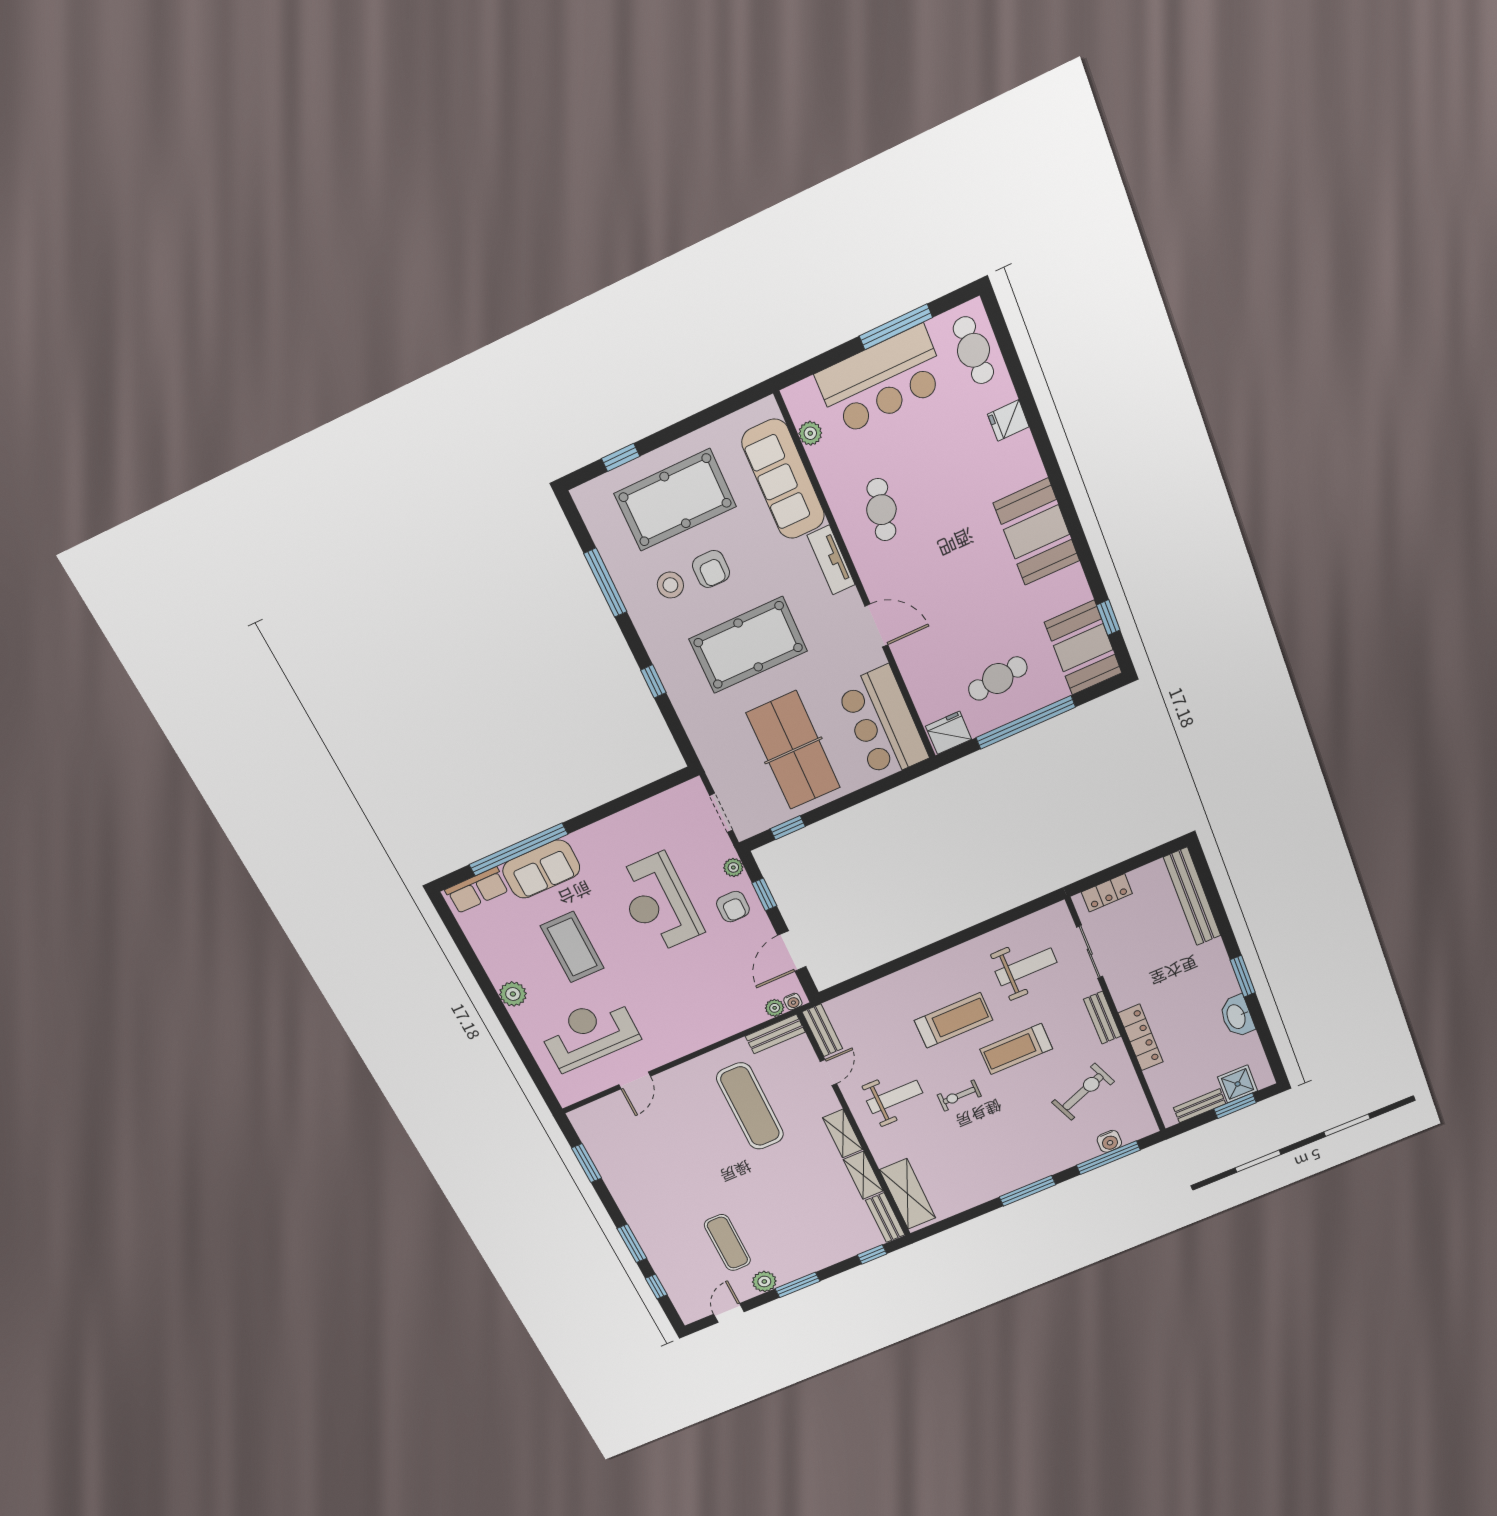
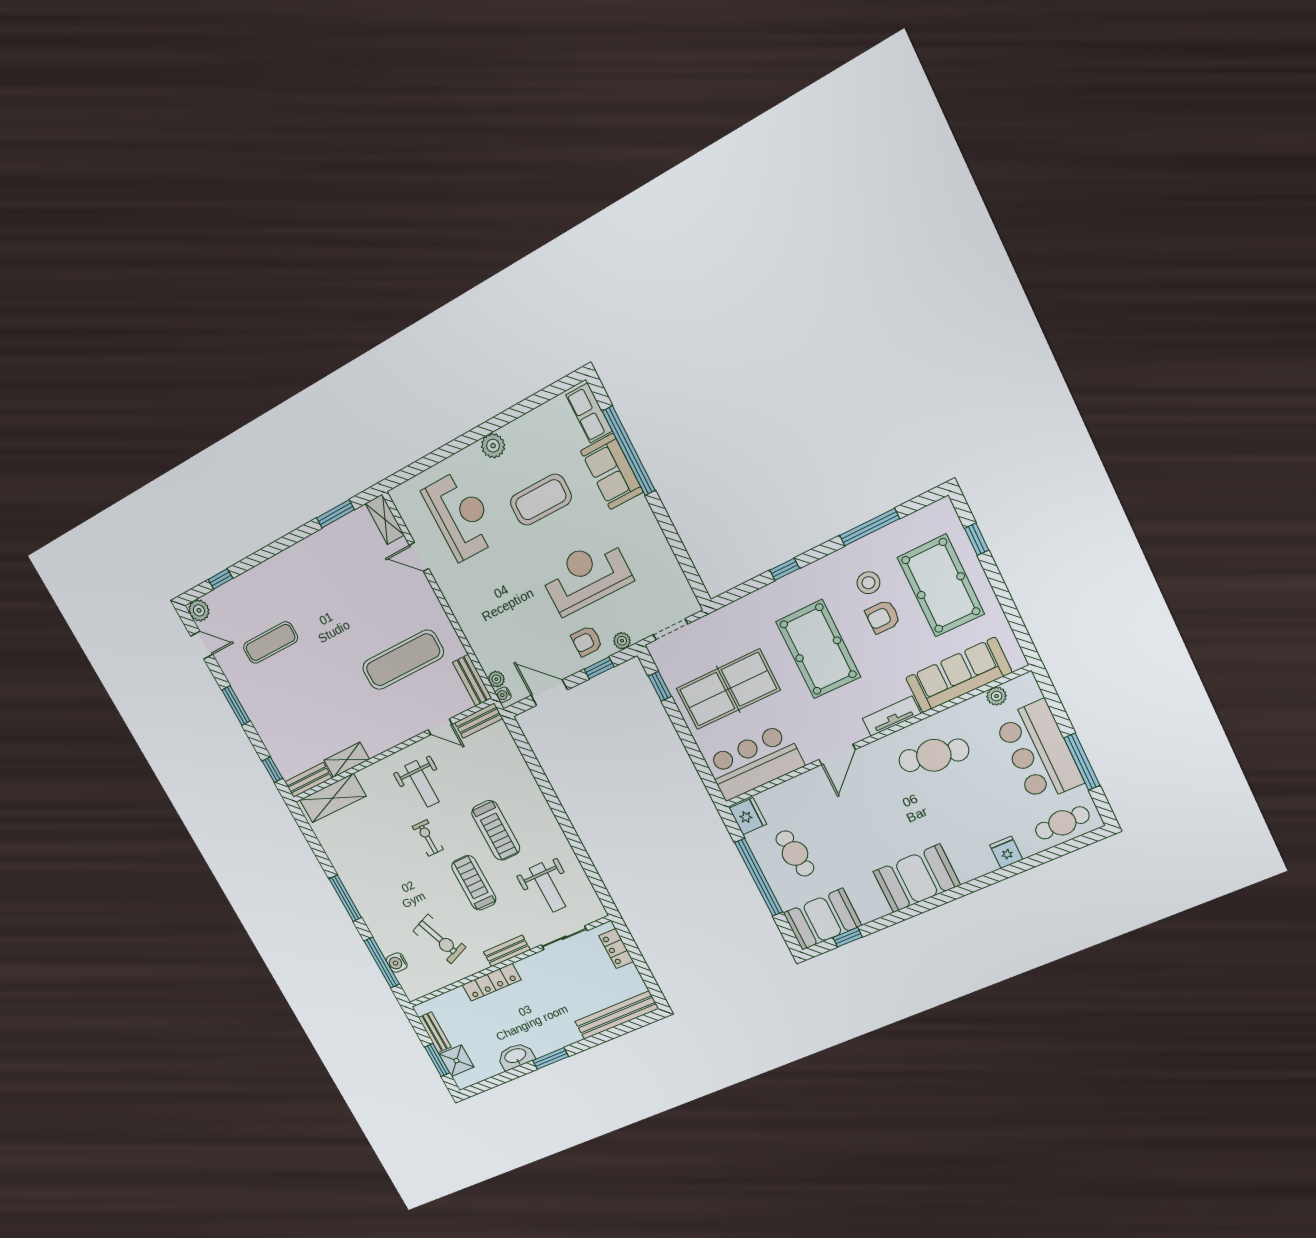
cafe table: (881, 510) -> (934, 755), width x1.37, depth x1.35
shelving: (843, 1134) -> (385, 519), moved, turned 90
window: (632, 1243) -> (261, 556), removed
plant: (764, 1281) -> (199, 610), moved

